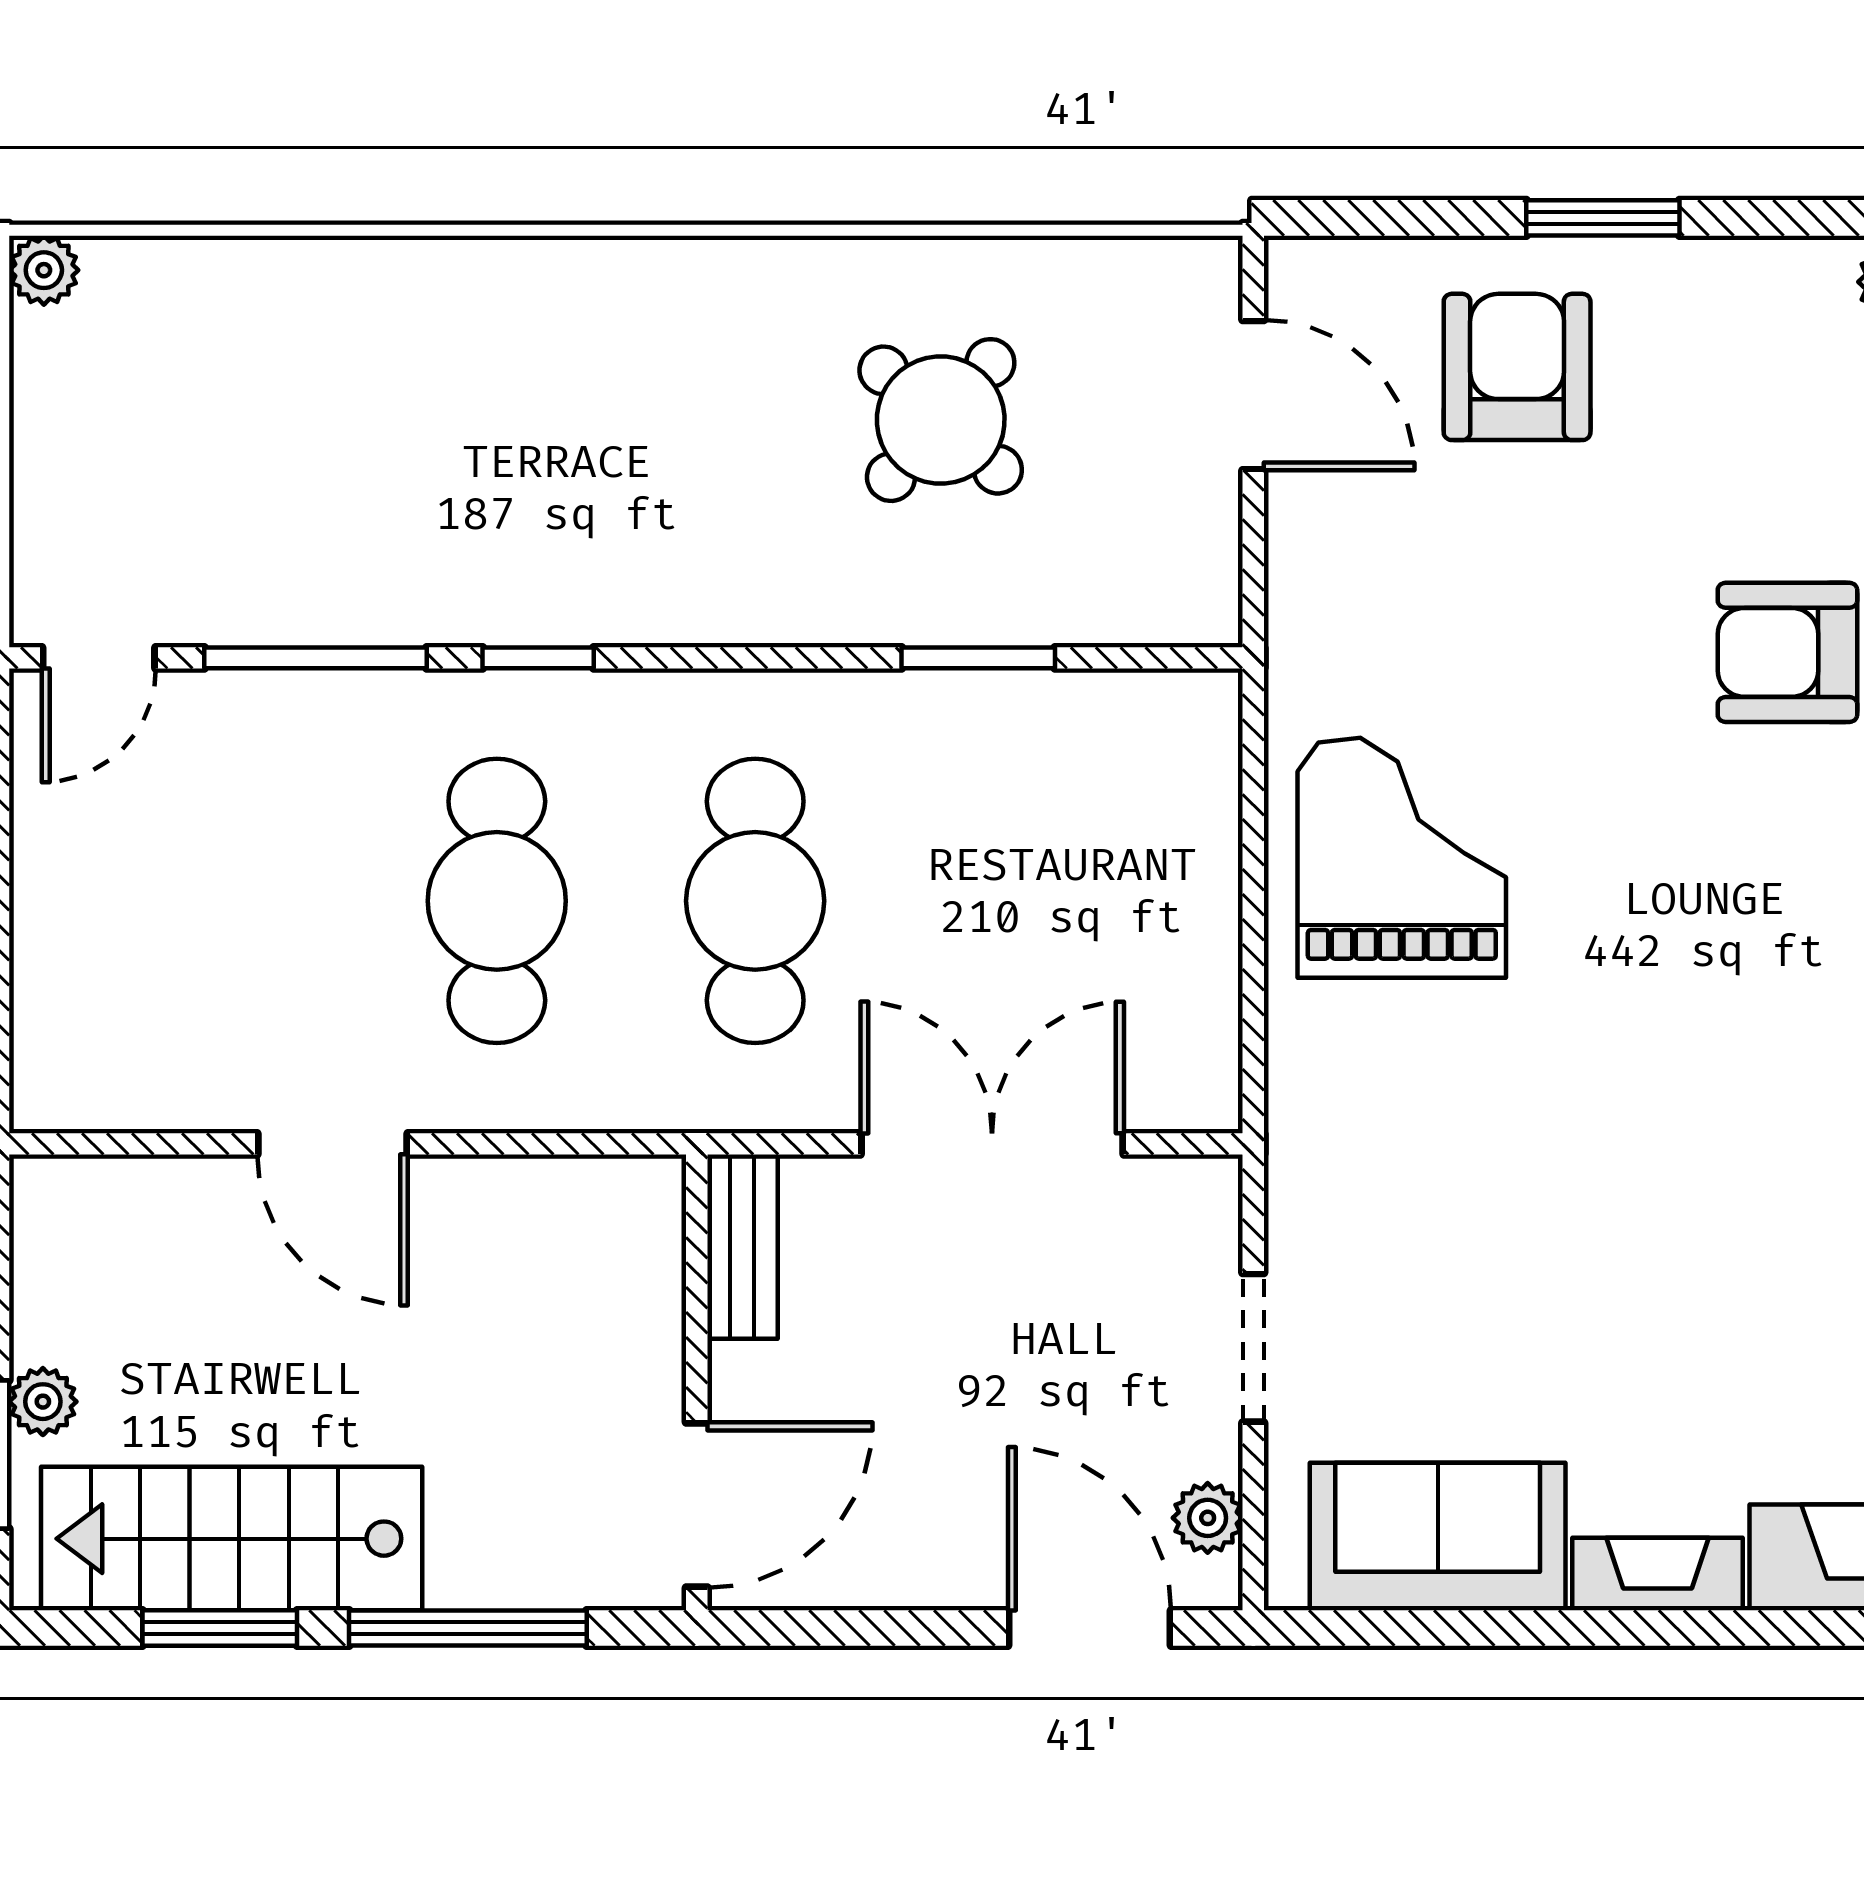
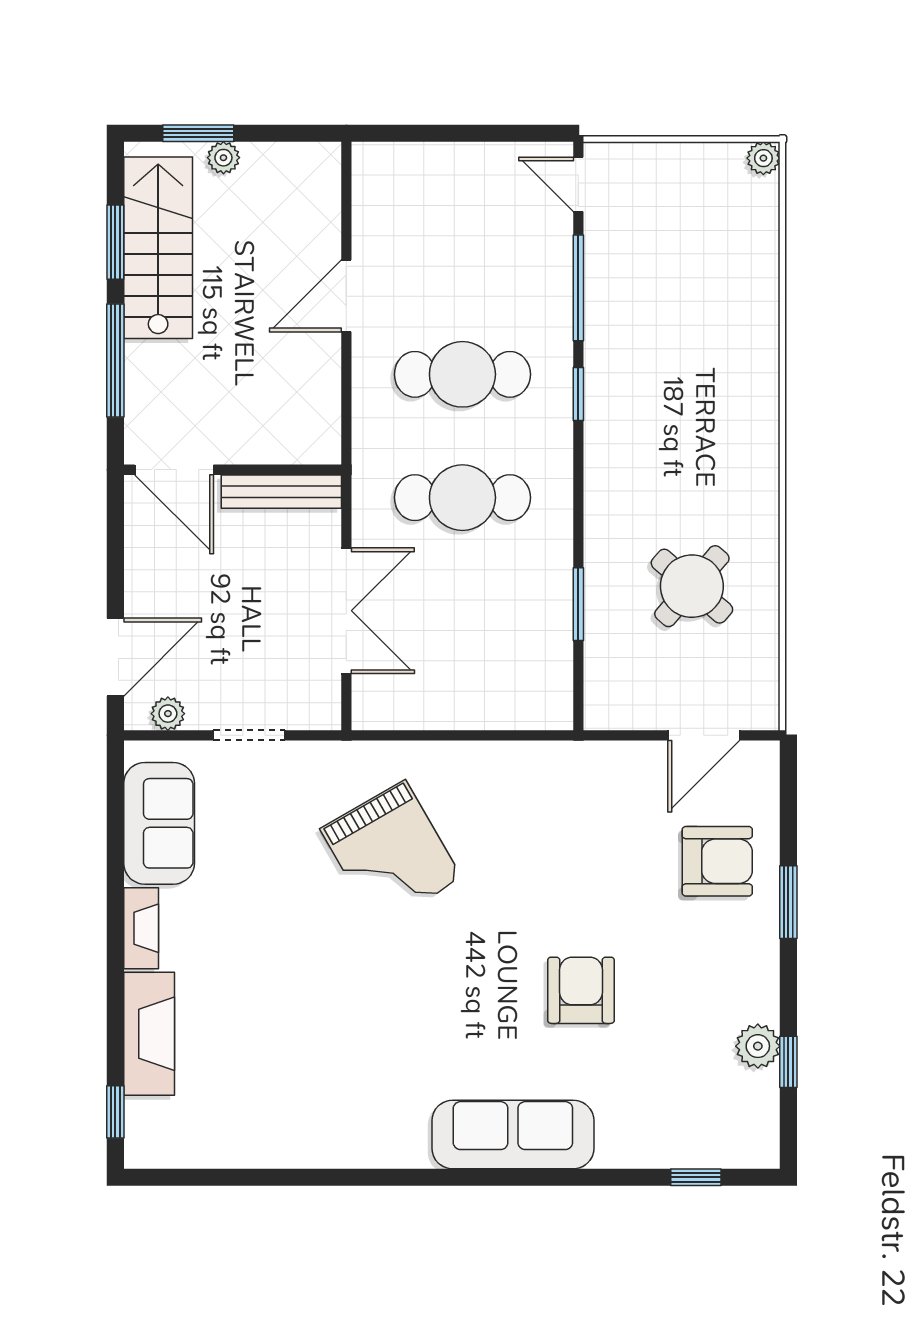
grand piano: (1402, 858) -> (391, 854), moved, turned 60
bench: (742, 1247) -> (281, 492), width x1.36

